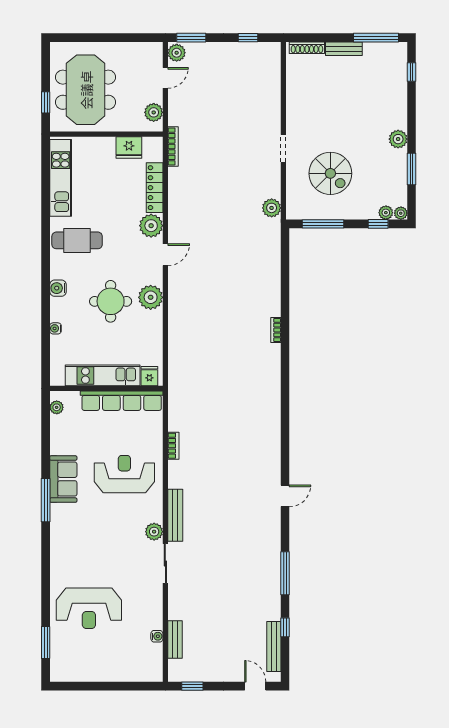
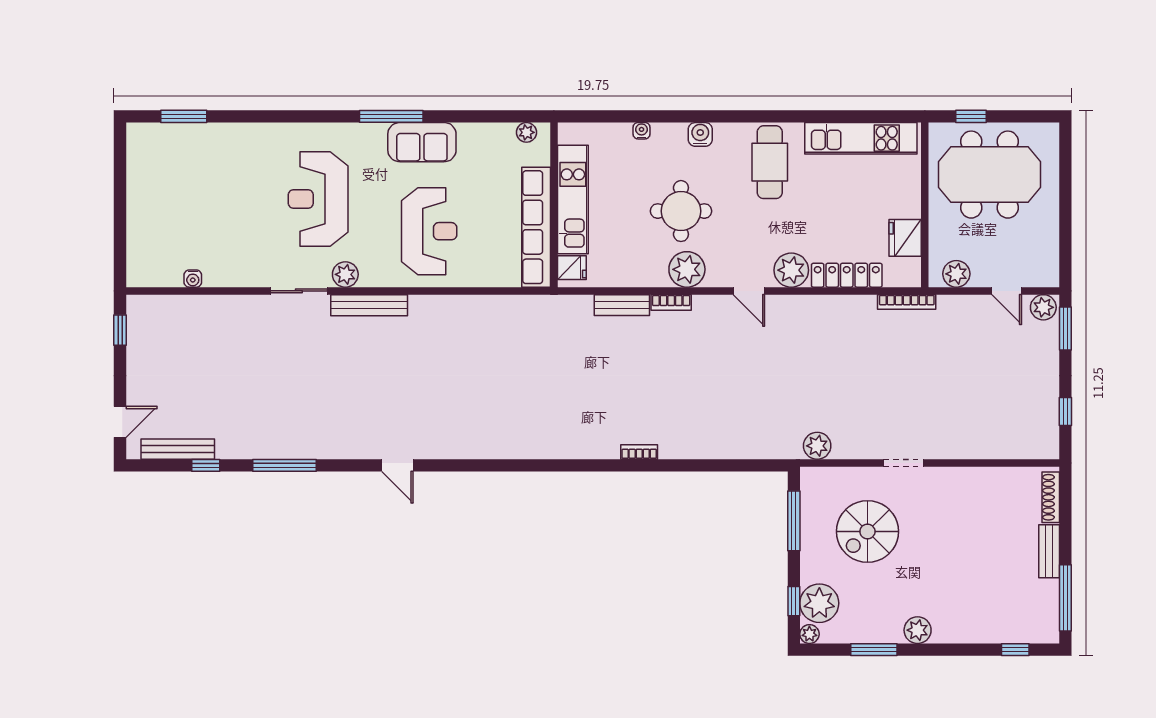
plant: (386, 213) -> (819, 603), width x1.88, depth x1.88
bookcase: (173, 446) -> (671, 302), moved
reception desk: (89, 608) -> (318, 199), moved
bench: (175, 639) -> (622, 305), moved

